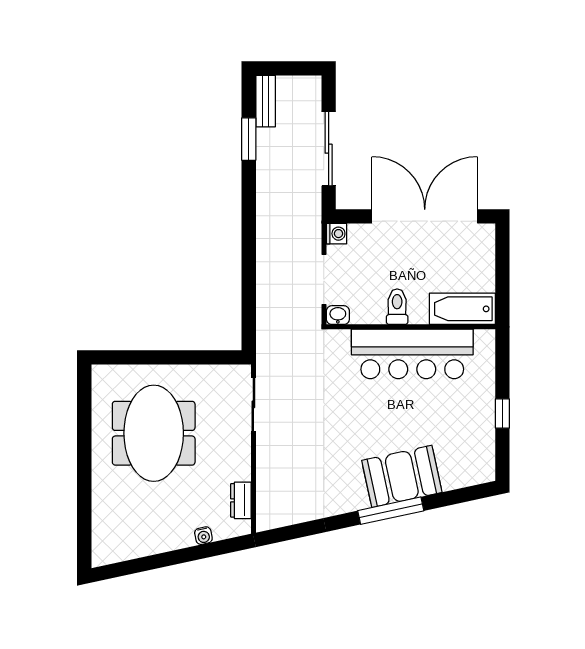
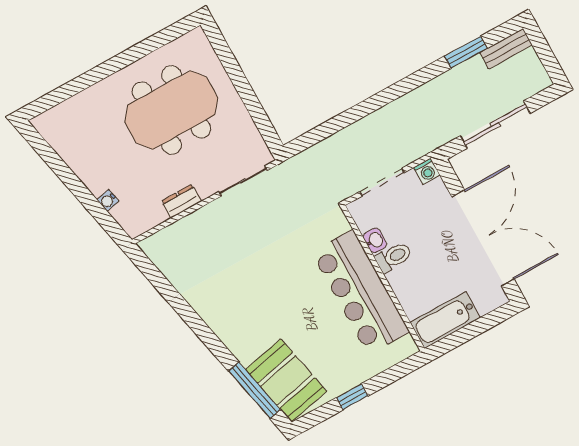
bathtub: (462, 309) -> (445, 320), moved, turned -90
washbasin: (338, 315) -> (375, 240), moved
booth: (402, 476) -> (286, 380), moved
dresser: (241, 500) -> (181, 201), moved
window: (391, 511) -> (254, 390), moved

